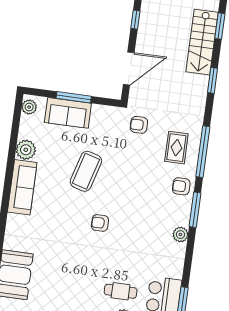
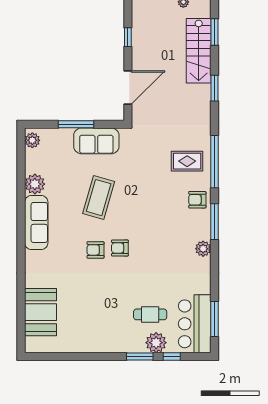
sofa: (68, 113) -> (96, 141), moved
armchair: (139, 125) -> (95, 250), moved
rug: (176, 148) -> (187, 161), turned 90

